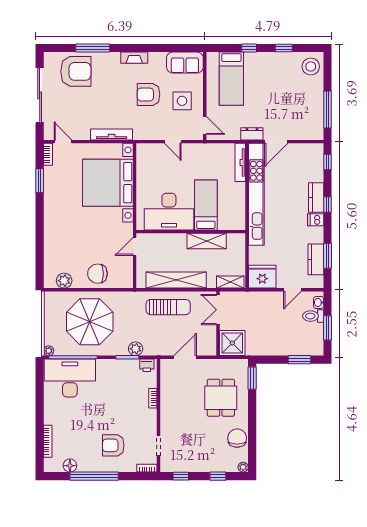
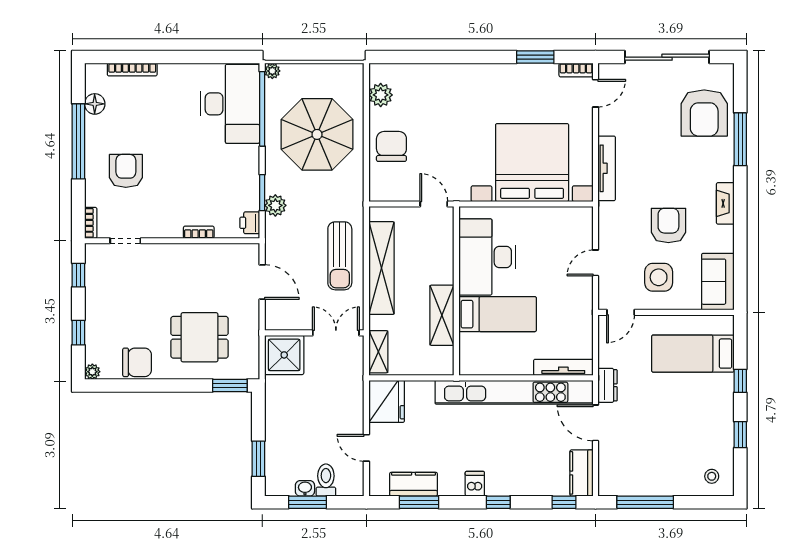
stool: (311, 66) -> (712, 476), width x0.53, depth x0.53
kitchen counter: (316, 198) -> (581, 473), moved, turned -90
washbasin: (319, 302) -> (305, 488), moved

